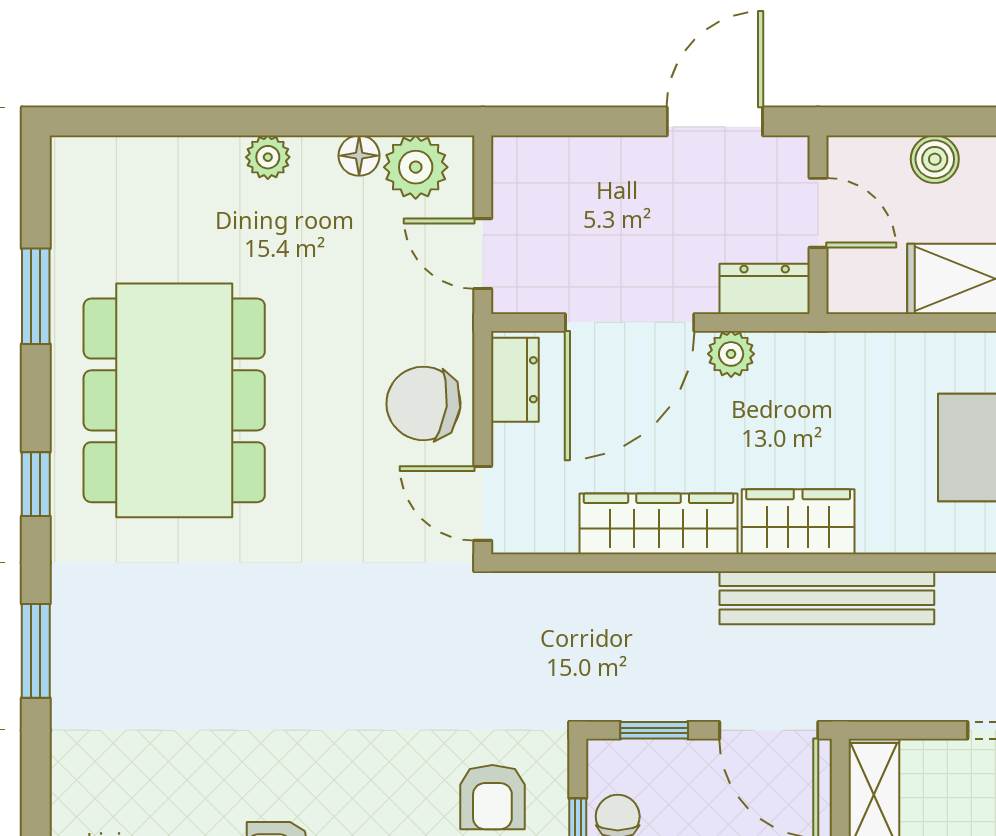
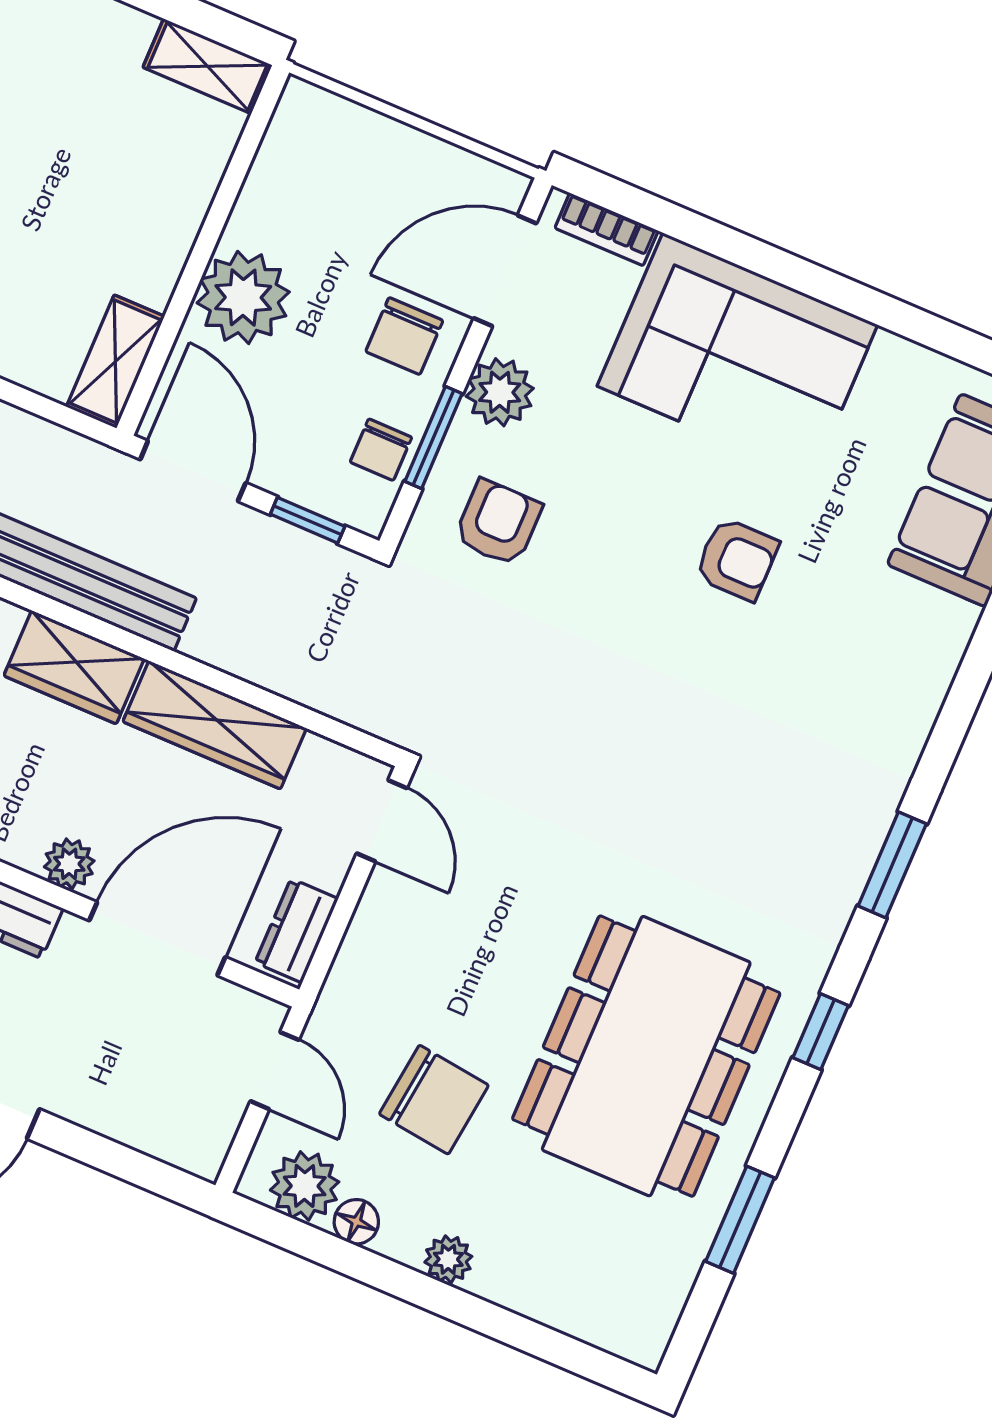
chair: (423, 403) -> (434, 1100), moved

